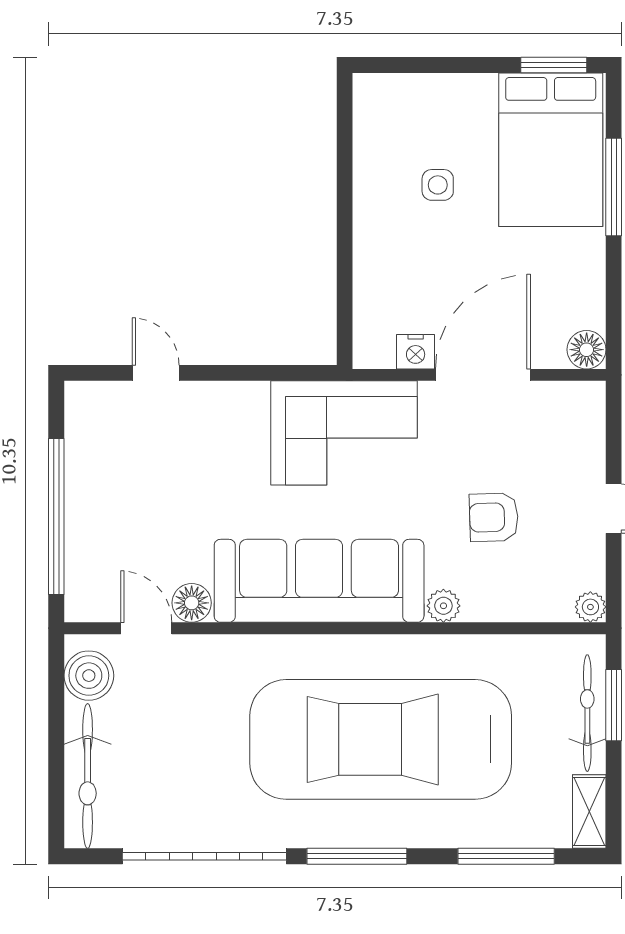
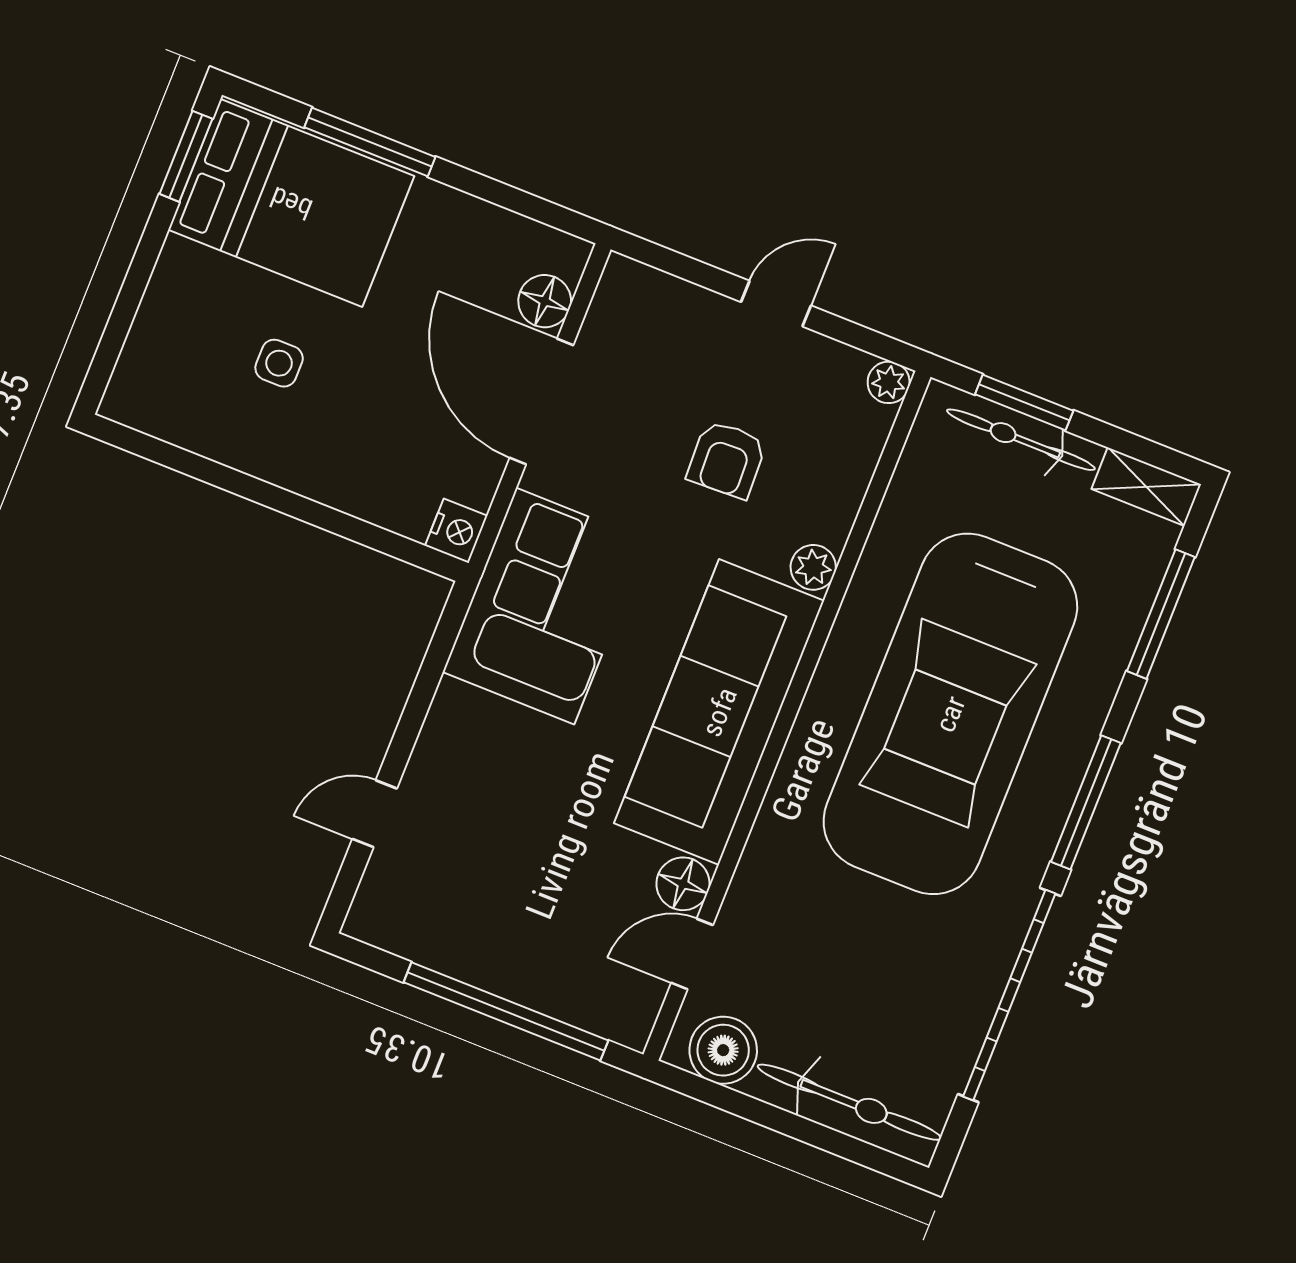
floor lamp: (587, 350) -> (545, 301), moved
nightstand: (416, 352) -> (456, 531), moved

